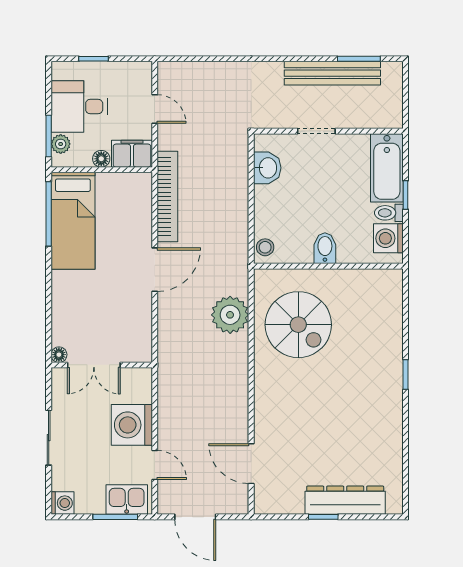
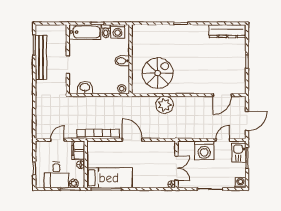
plant: (230, 315) -> (165, 105), moved
dresser: (345, 500) -> (227, 31), moved, turned -90

